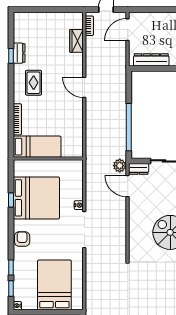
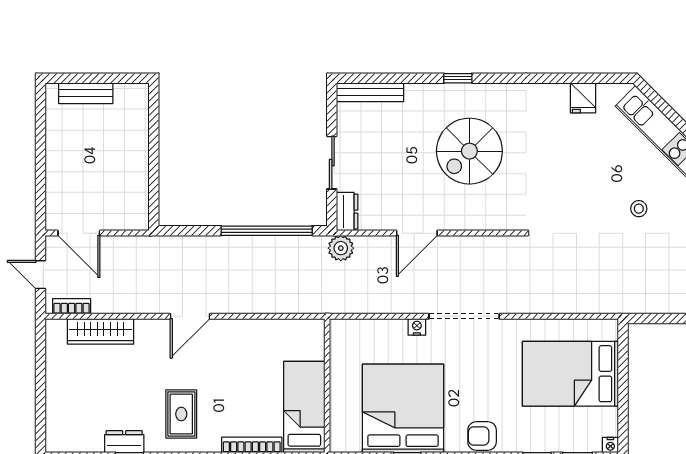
wardrobe: (76, 41) -> (101, 331), width x1.50
dresser: (151, 60) -> (137, 187), removed
rug: (34, 83) -> (181, 414), turned 90
door: (128, 186) -> (417, 233), moved

